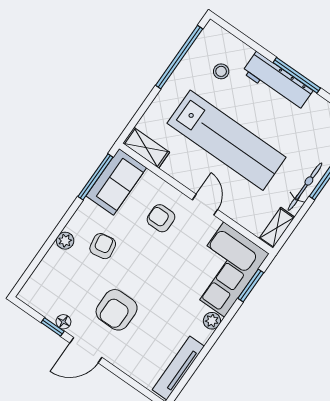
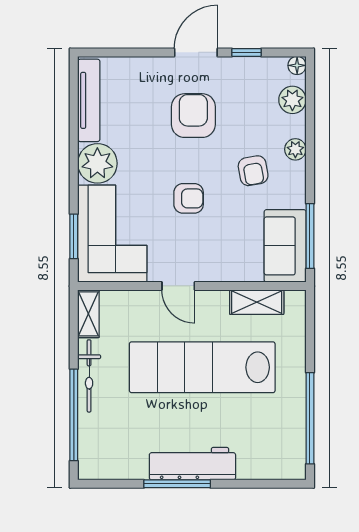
stool: (221, 71) -> (257, 434), removed
shelving: (146, 148) -> (257, 302), moved
armchair: (161, 218) -> (189, 198), moved
plant: (44, 275) -> (292, 100), added
plant: (212, 321) -> (97, 163), width x1.88, depth x1.88
floor lamp: (63, 322) -> (297, 65), moved

